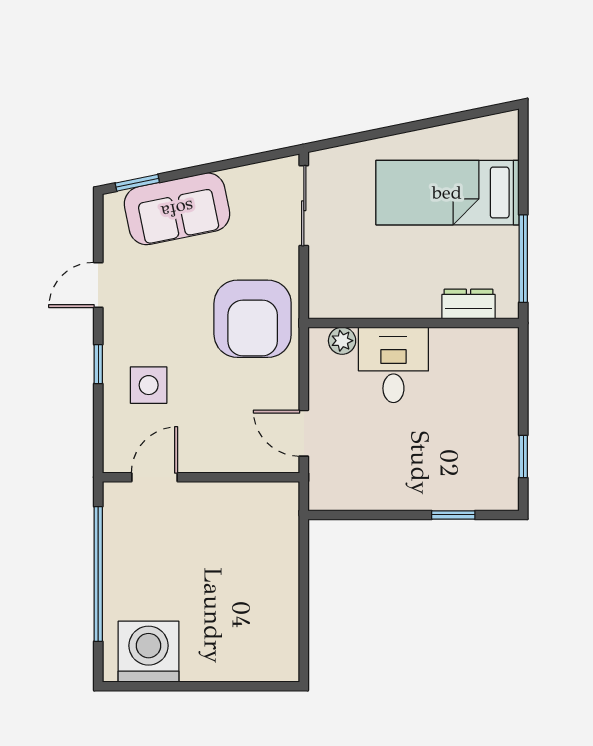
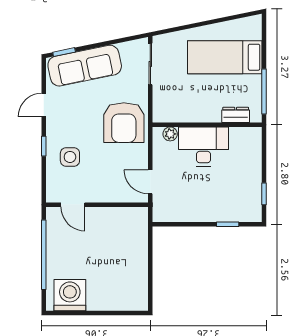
sofa: (177, 209) -> (85, 66), width x1.36
desk: (393, 365) -> (204, 146), width x1.37
door: (154, 477) -> (73, 205), swing flipped

